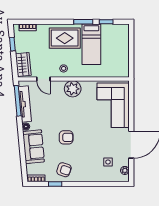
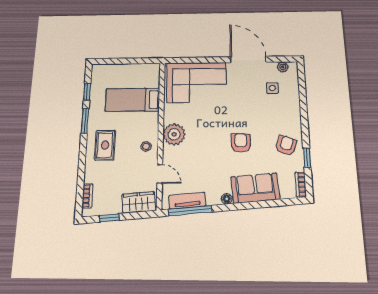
rug: (65, 38) -> (105, 145), width x0.73, depth x0.70
bed: (91, 44) -> (132, 100), moved, turned 180
door: (43, 79) -> (160, 174), hinge flipped
tv unit: (25, 104) -> (187, 201), width x0.71

